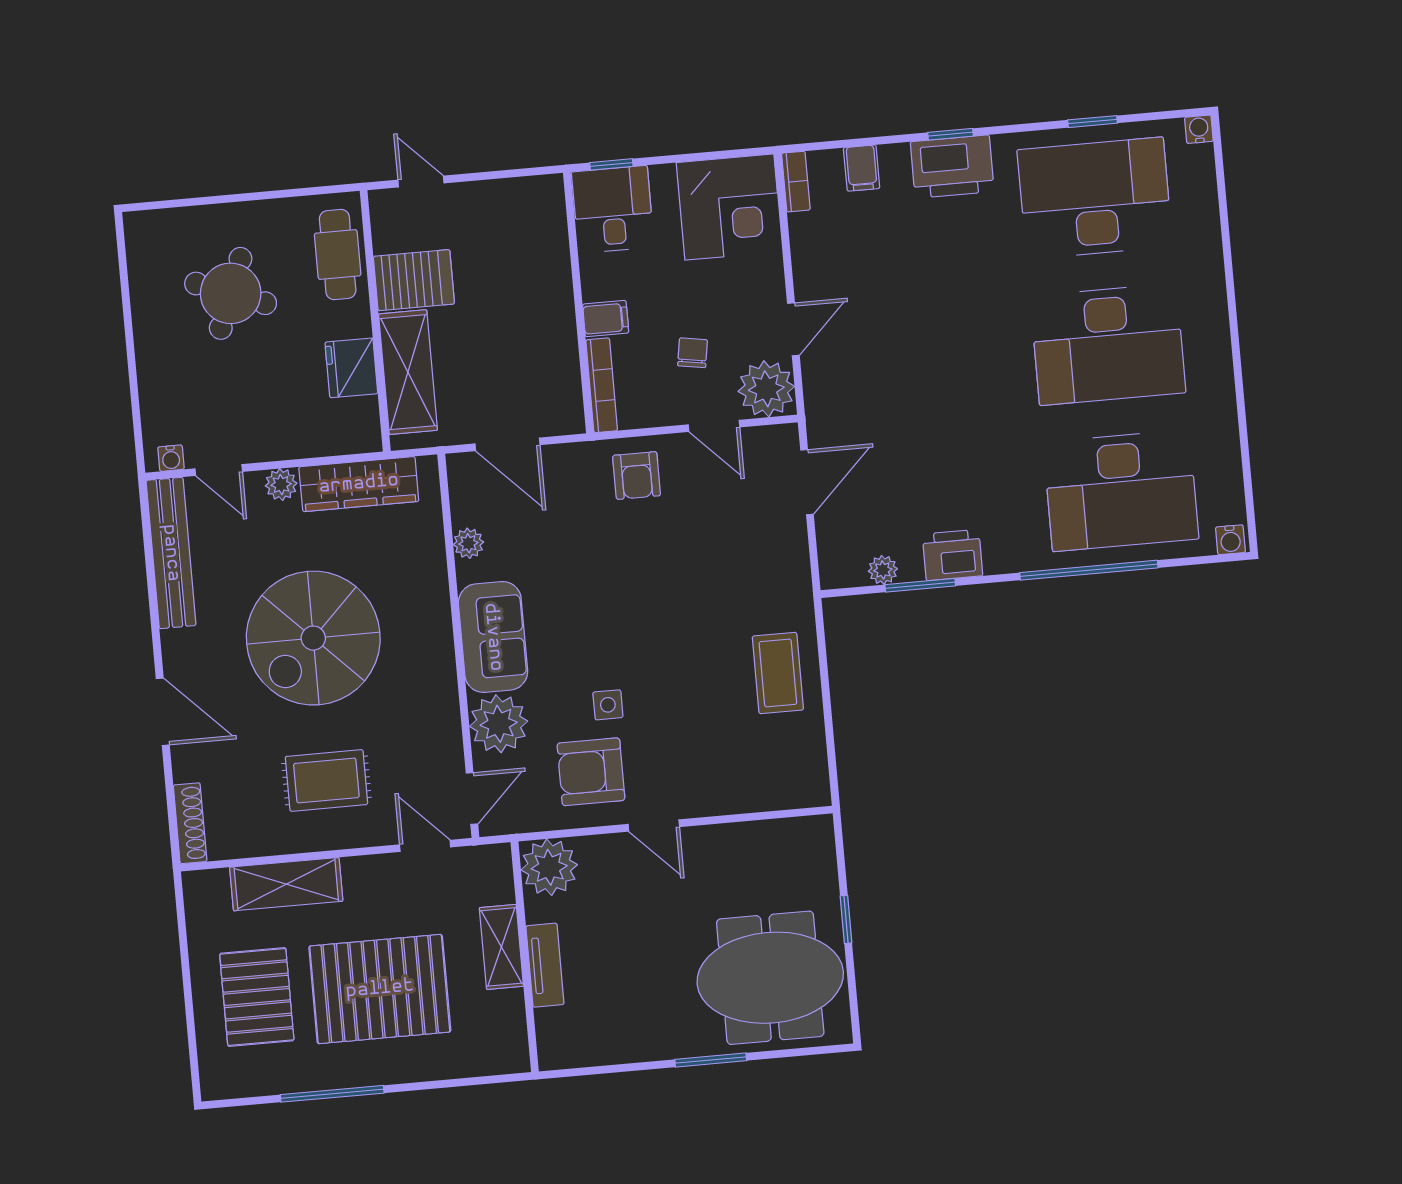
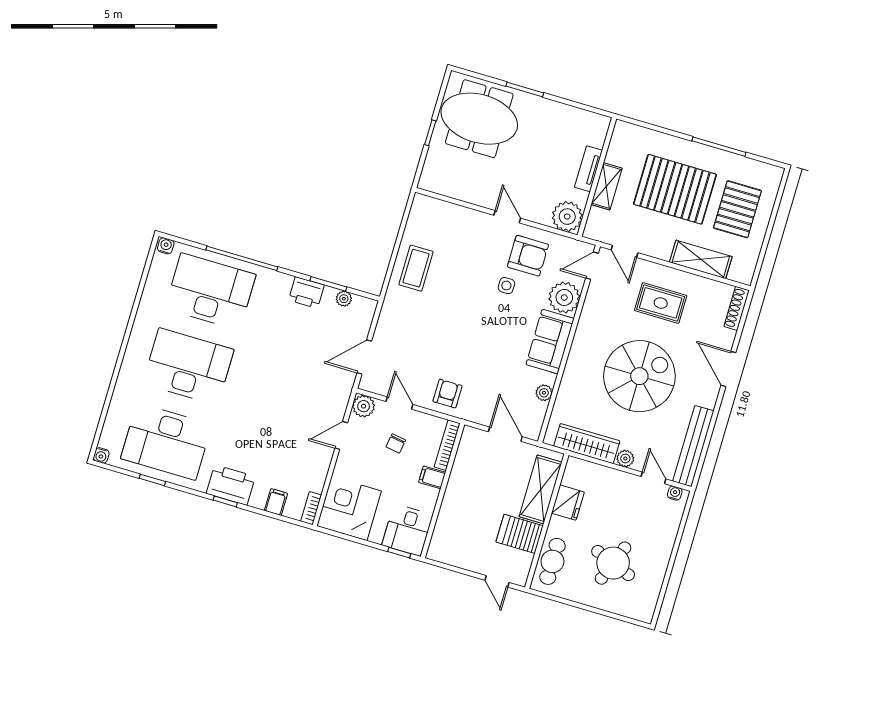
plant: (766, 389) -> (364, 406), width x0.73, depth x0.73

